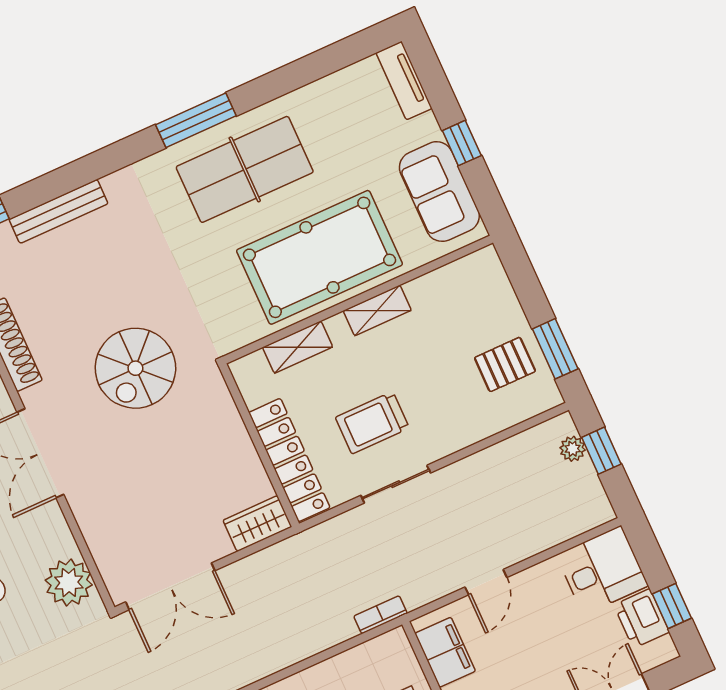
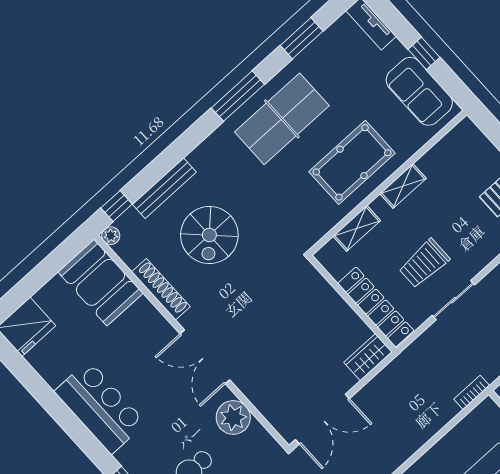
window: (305, 71) -> (302, 38), added
pool table: (320, 257) -> (352, 162), width x0.73, depth x0.76
spiral stairs: (135, 368) -> (209, 235), moved
plant: (69, 583) -> (233, 417), moved

